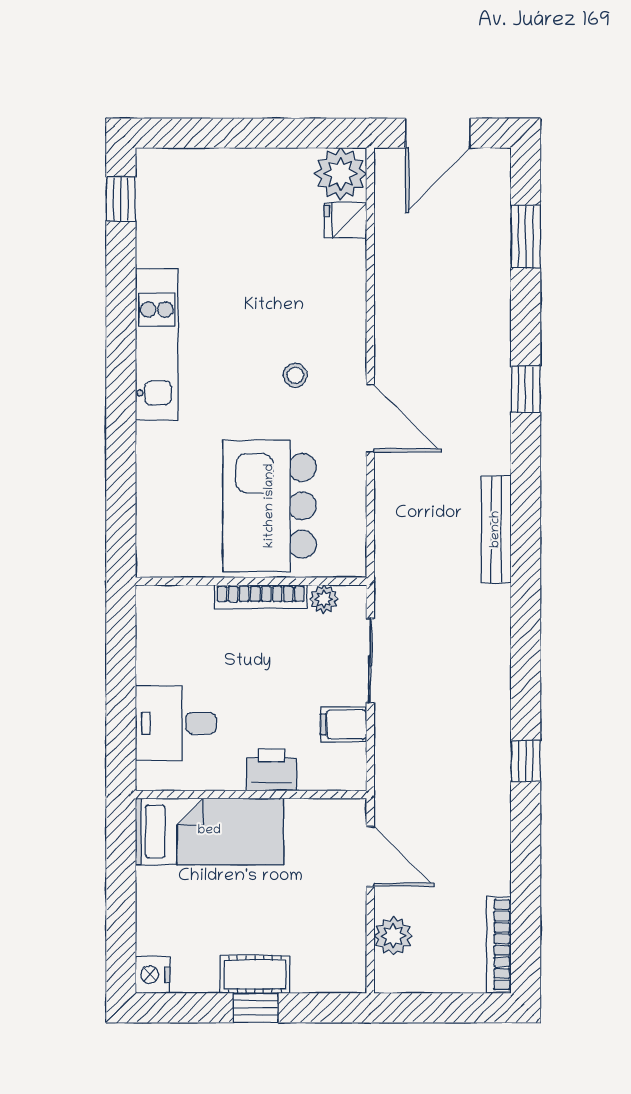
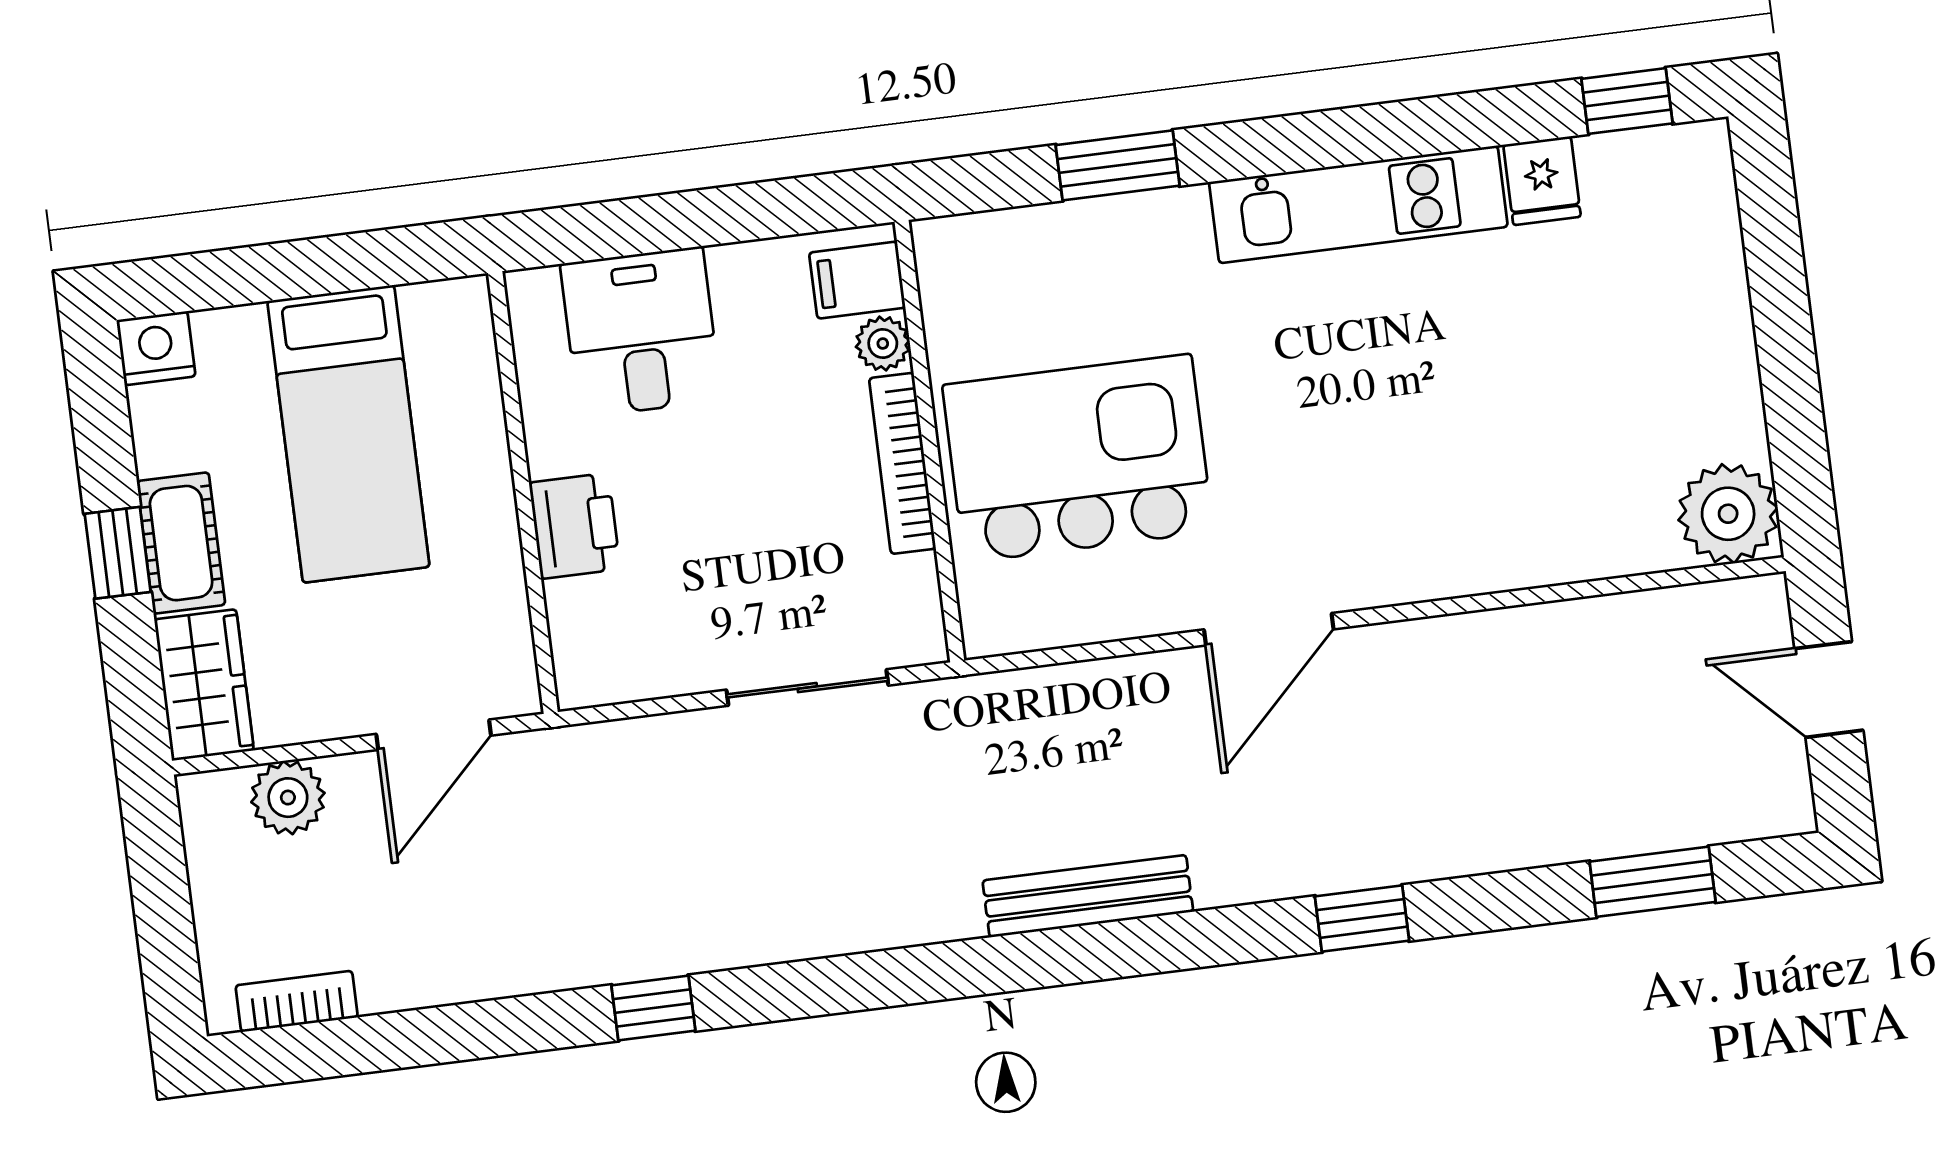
door: (438, 133) -> (1829, 689), width x0.73
fridge: (346, 220) -> (1542, 181), moved, turned 180
stool: (295, 375) -> (1333, 476), removed
window: (121, 466) -> (1118, 165), added
plant: (324, 599) -> (883, 344), moved
filing cabinet: (344, 724) -> (857, 280), moved, turned -90
bed: (209, 831) -> (348, 434), moved
bookcase: (499, 945) -> (297, 1001), width x0.64
wardrobe: (330, 972) -> (204, 685), added

